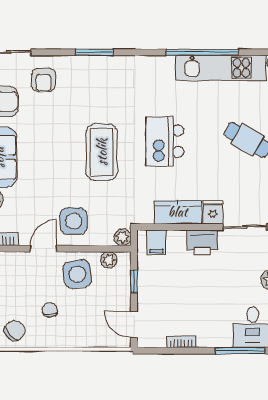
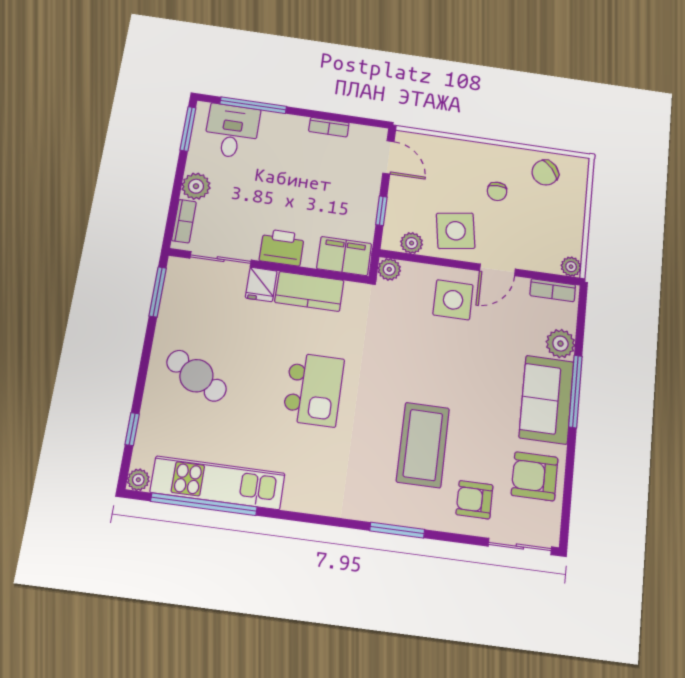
window: (202, 52) -> (204, 504), moved
armchair: (43, 80) -> (474, 500), turned -90
coffee table: (102, 152) -> (423, 445), moved
filing cabinet: (156, 242) -> (344, 256), width x2.00

